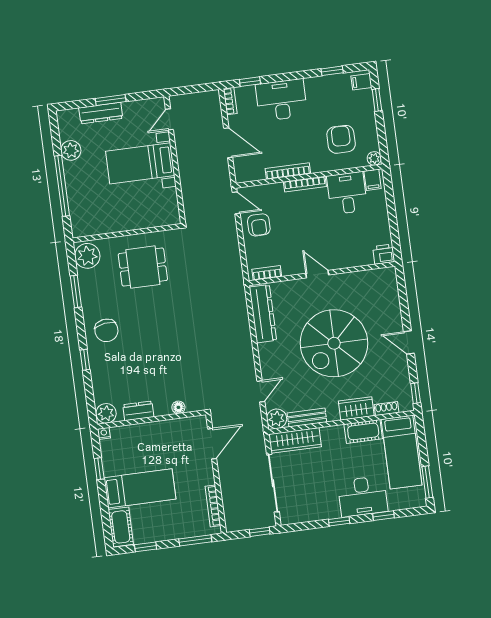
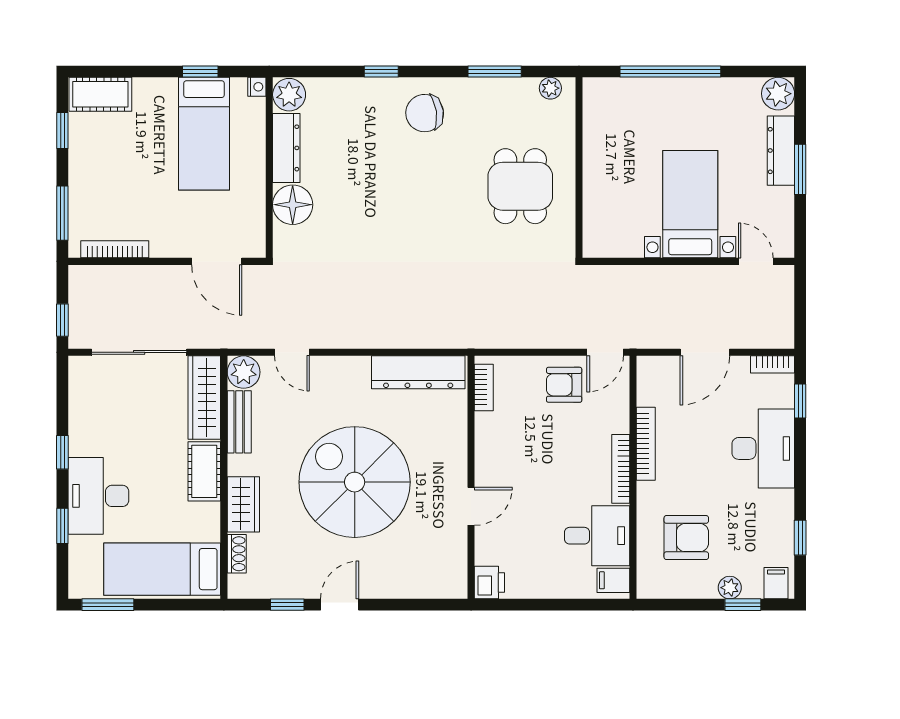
plant: (71, 150) -> (778, 94), moved
plant: (374, 158) -> (730, 588), moved
plant: (87, 256) -> (550, 88), width x0.53, depth x0.53
door: (317, 274) -> (471, 506), moved
window: (416, 393) -> (287, 605), moved
floor lamp: (178, 407) -> (293, 205), width x1.89, depth x1.89
dresser: (138, 411) -> (286, 148), width x1.44
cot: (363, 431) -> (204, 471), moved
bed: (140, 488) -> (204, 134), moved

